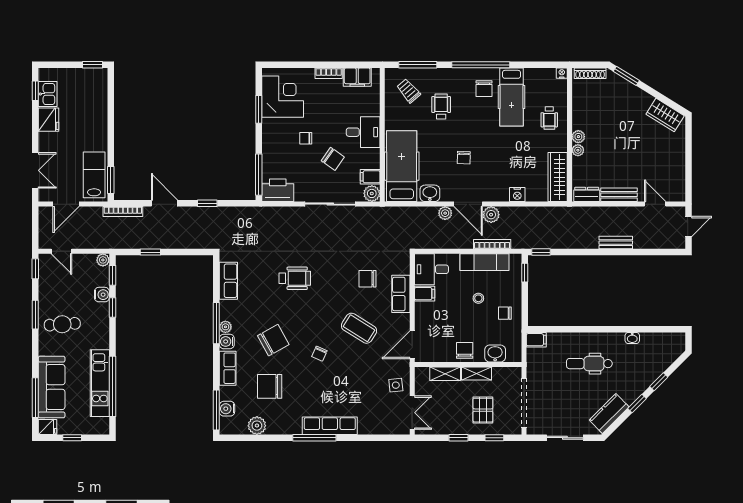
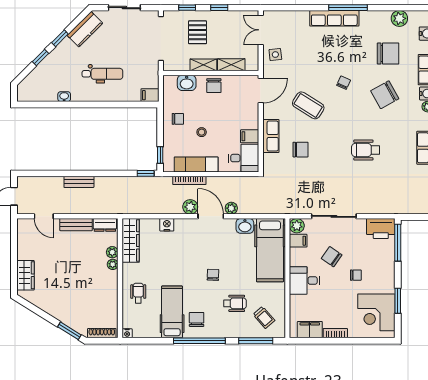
wheelchair: (441, 107) -> (235, 303), turned -90
wardrobe: (665, 115) -> (25, 275), moved, turned 58
plant: (578, 137) -> (112, 252), moved
chair: (464, 158) -> (213, 275), moved

